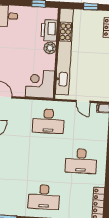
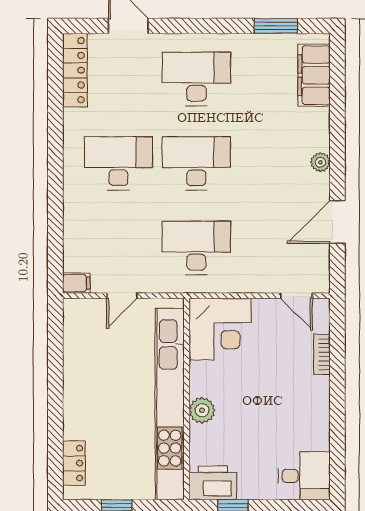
printer: (49, 30) -> (213, 483), moved, turned -90
door: (83, 101) -> (122, 296), swing flipped
desk: (46, 159) -> (196, 163), added

